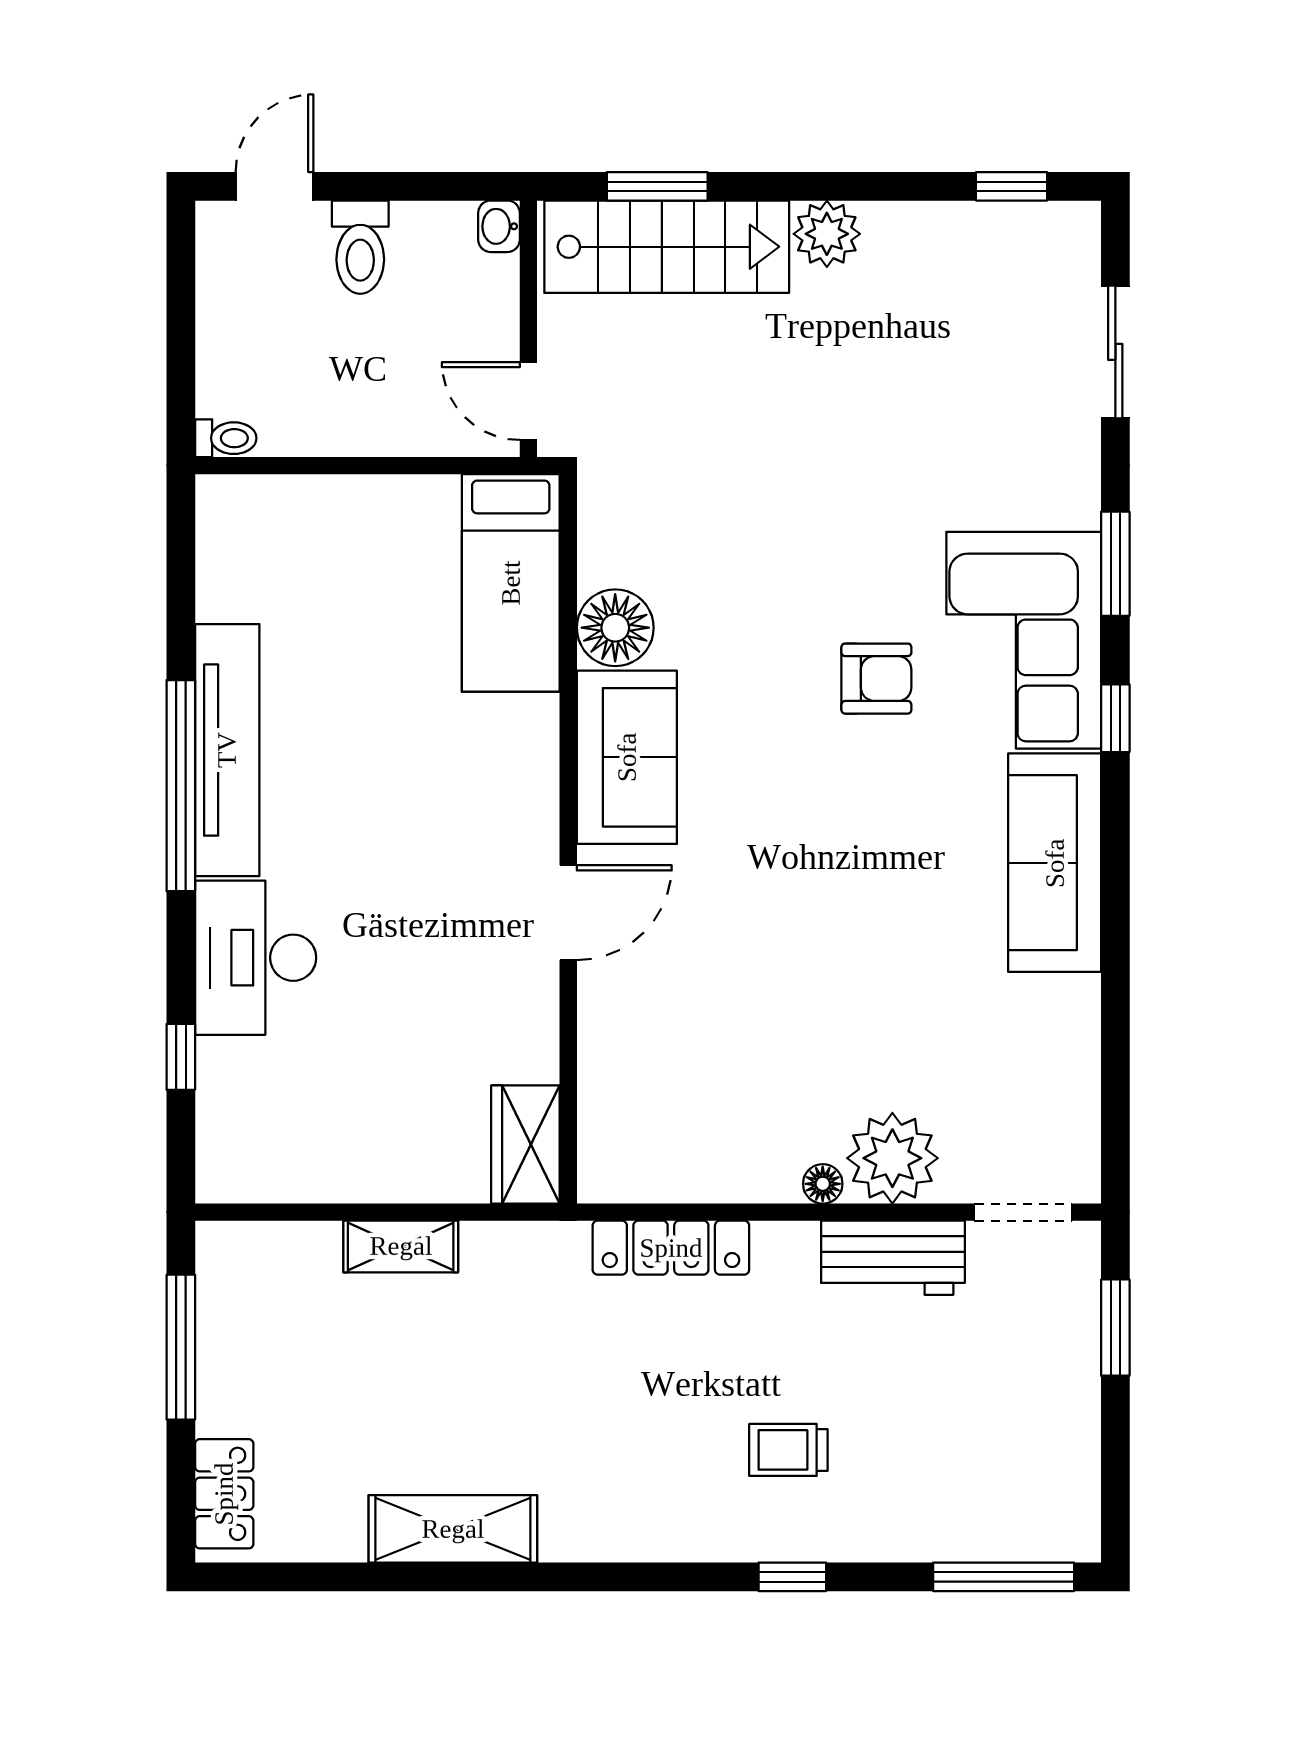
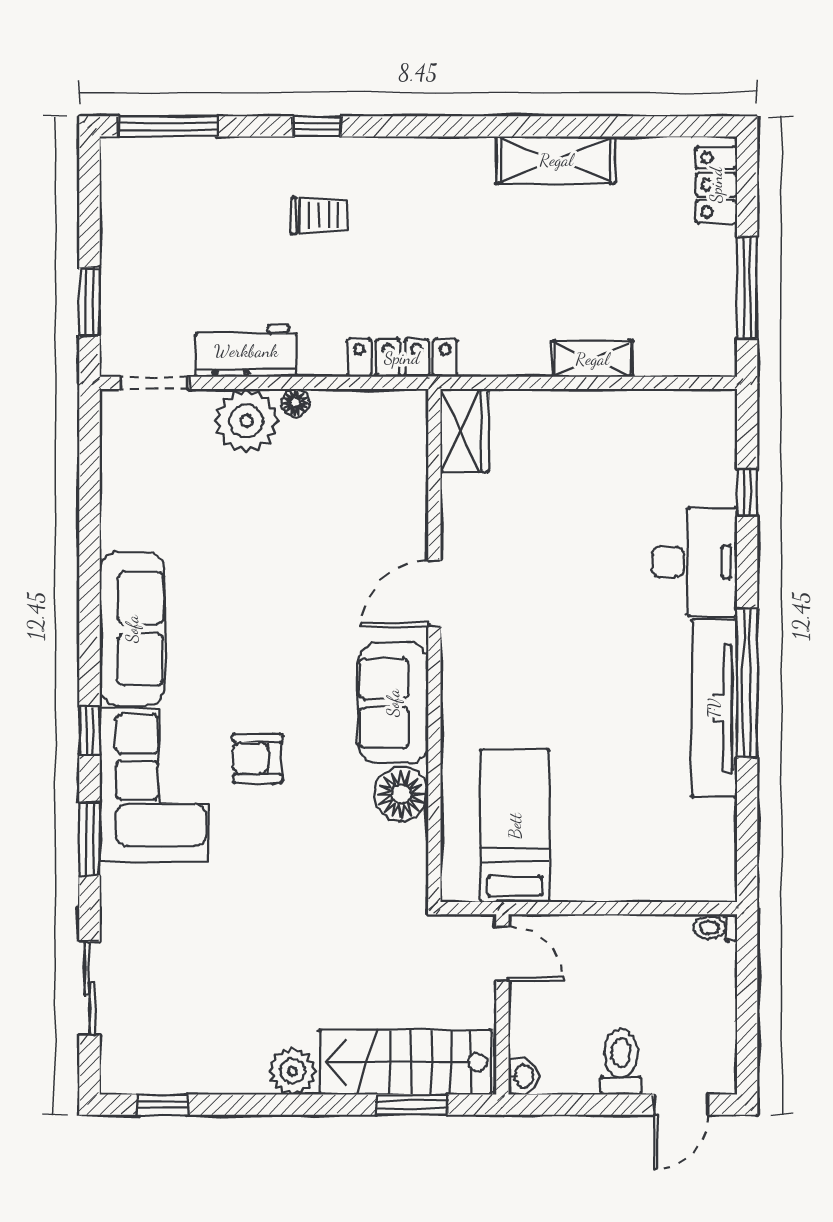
floor lamp: (615, 628) -> (401, 794), moved
sofa: (627, 757) -> (393, 703), moved
wall: (568, 839) -> (434, 646), moved
door: (568, 913) -> (434, 594), moved
wardrobe: (525, 1144) -> (464, 431), moved

